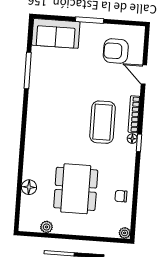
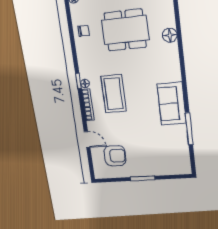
sofa: (56, 33) -> (172, 104), moved, turned -90
floor lamp: (29, 187) -> (170, 35), moved
dining table: (76, 189) -> (125, 30), turned 90

